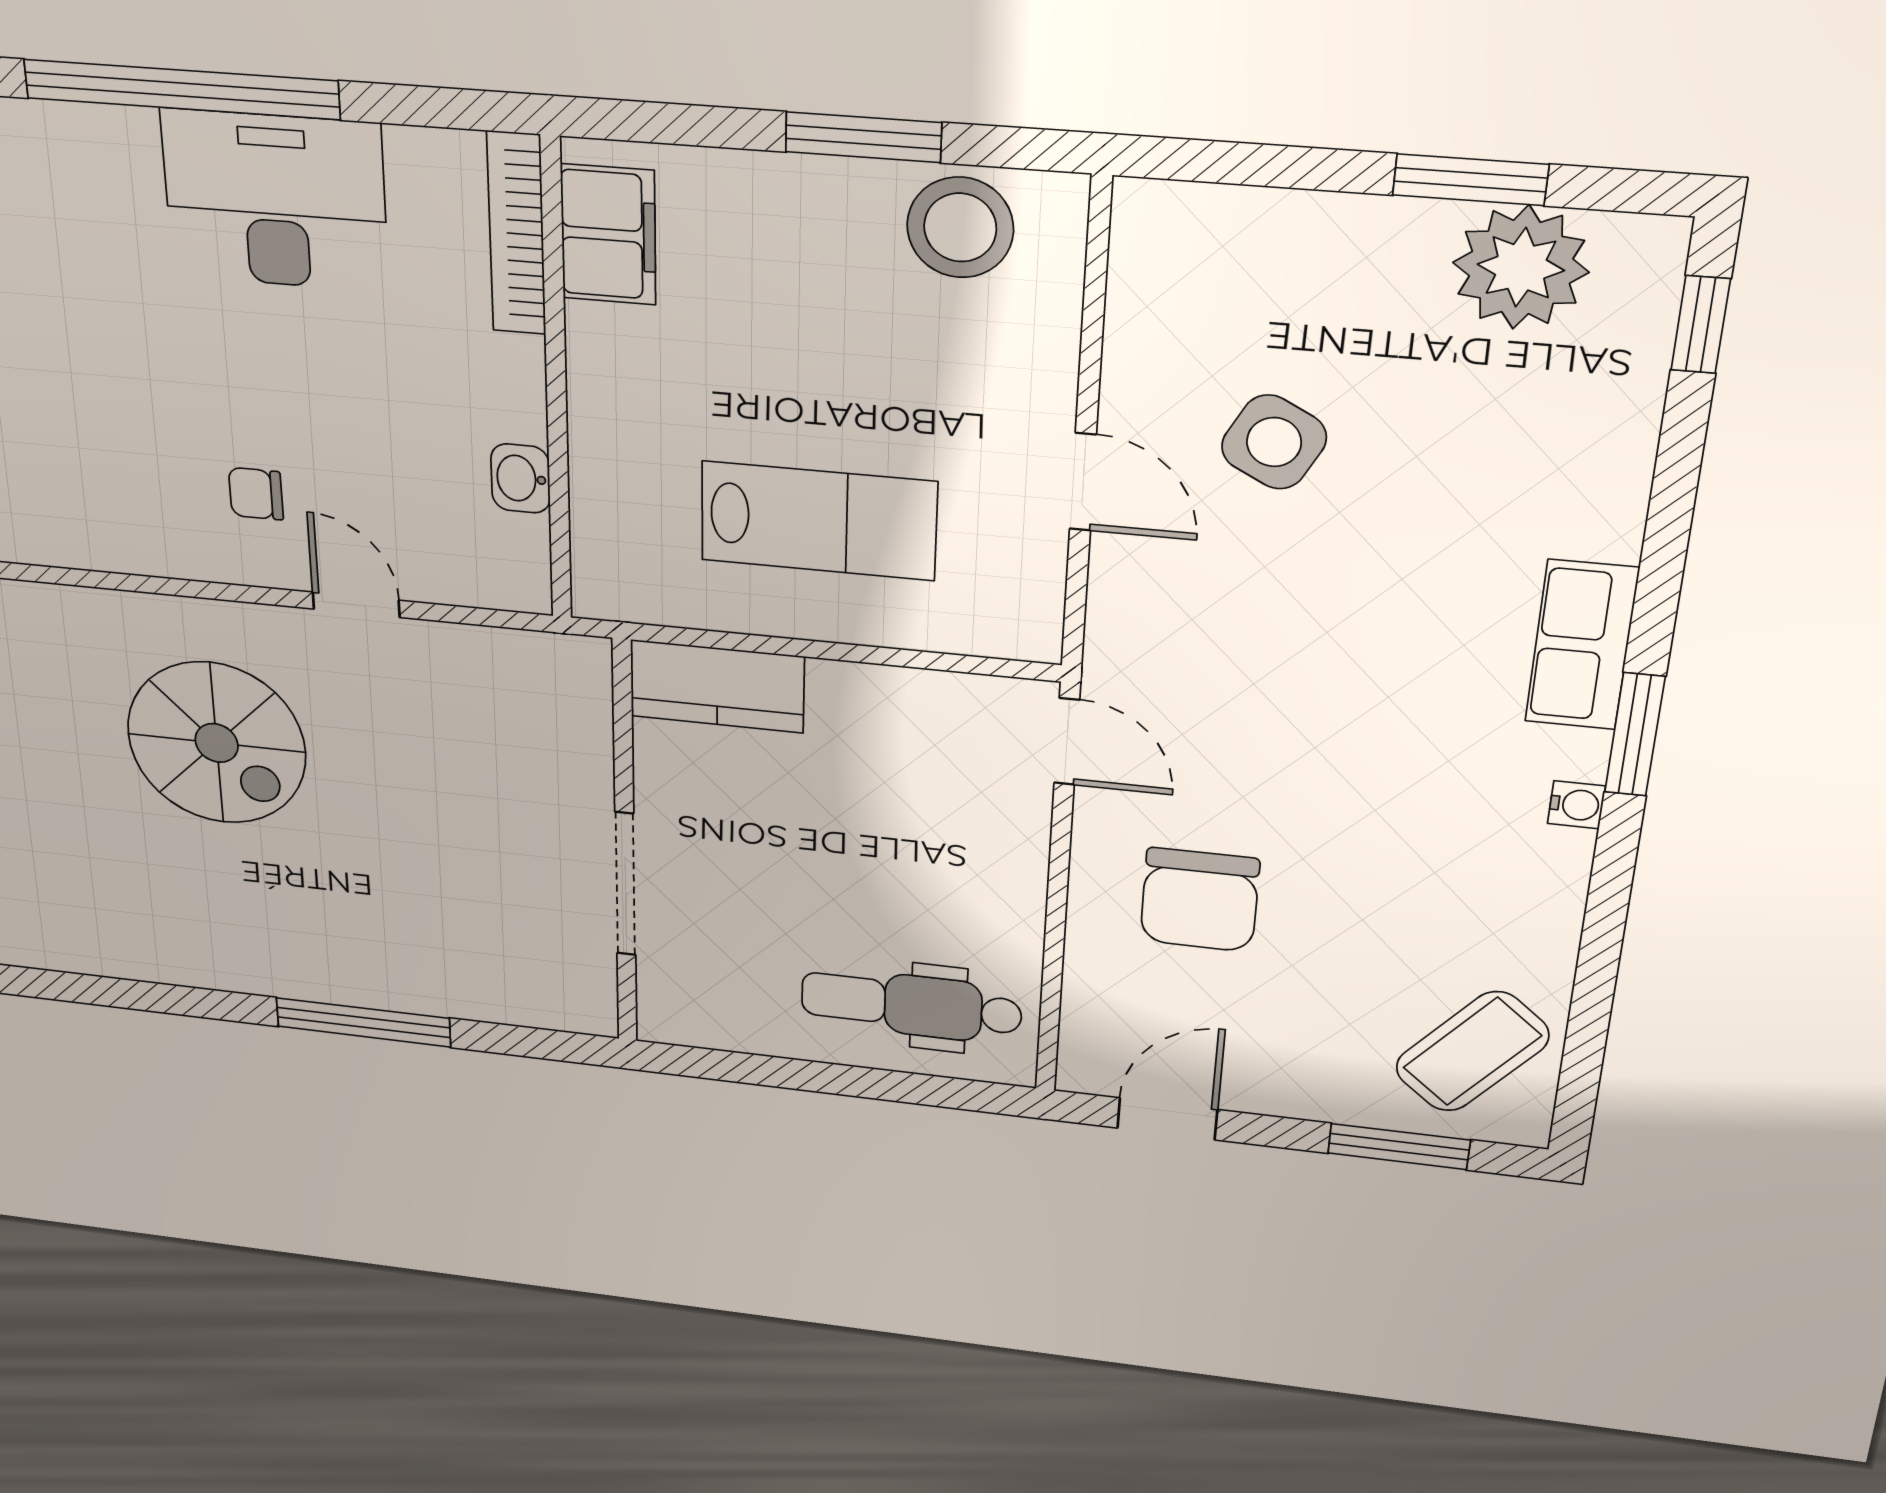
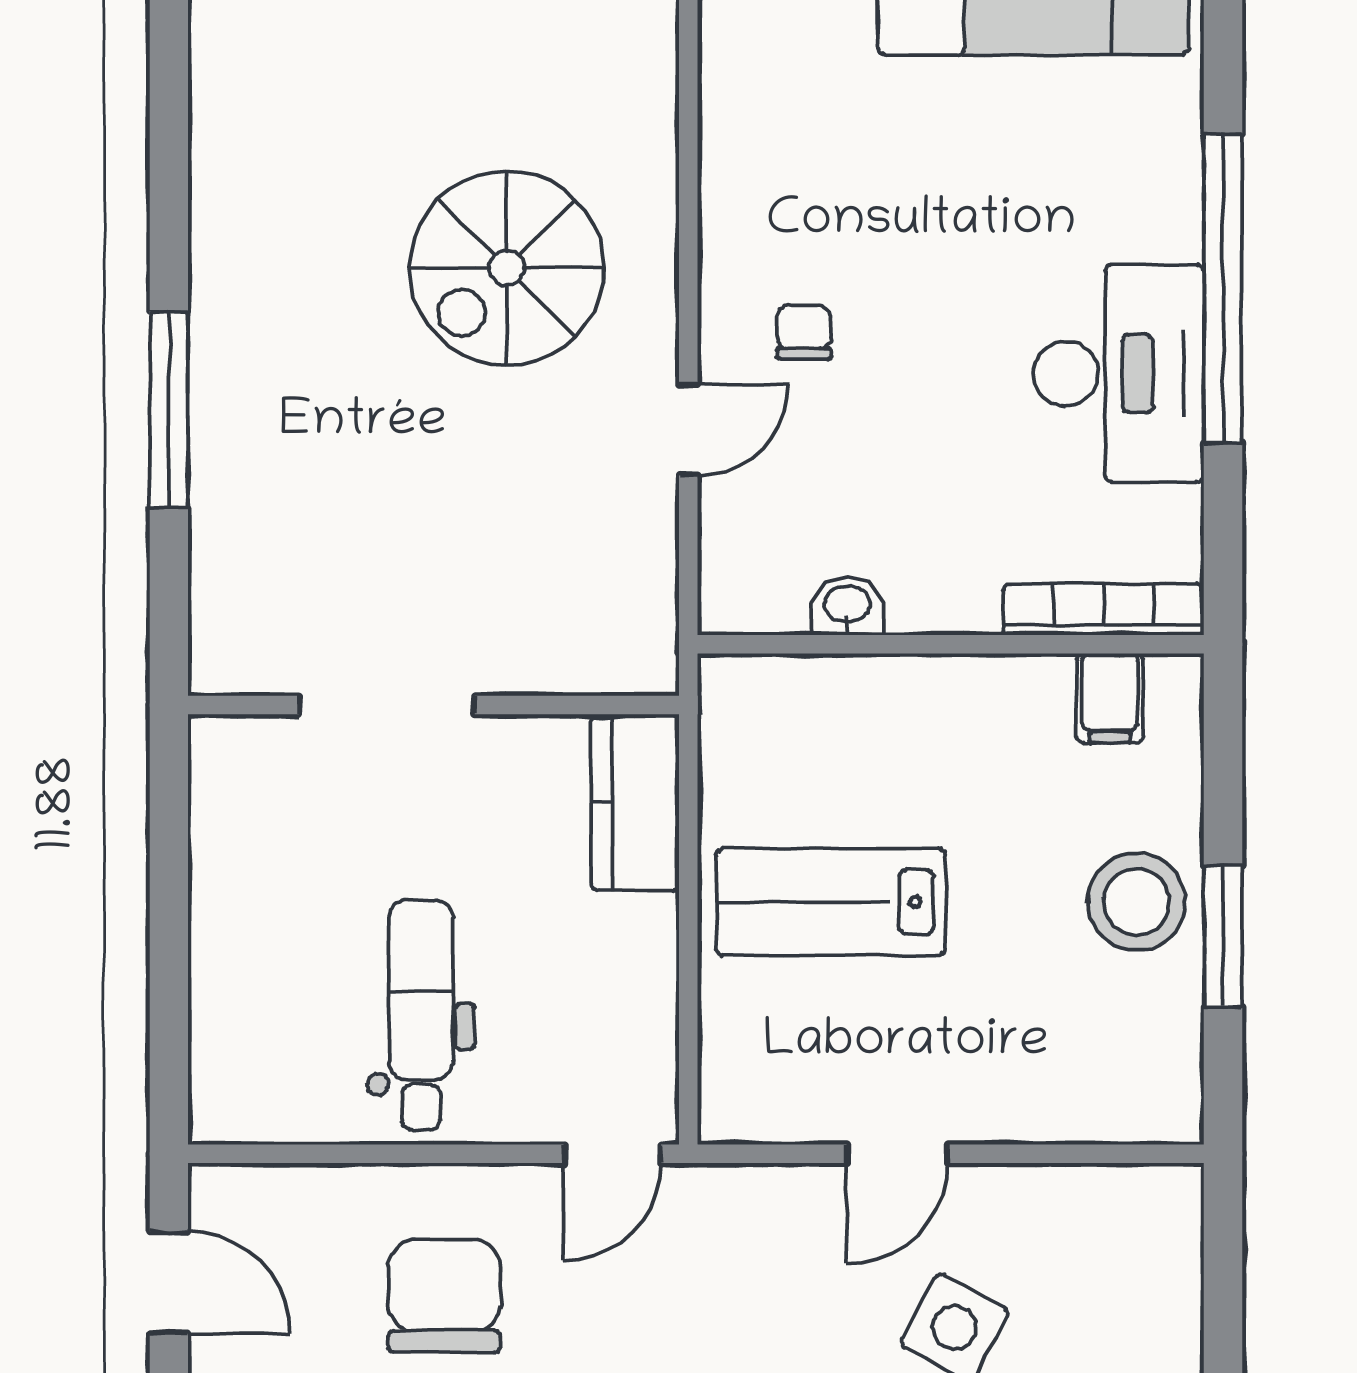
stool: (960, 227) -> (1137, 902), moved
filing cabinet: (608, 235) -> (1110, 698), width x0.50
lab bench: (819, 521) -> (830, 902), turned 90
chair: (1200, 900) -> (444, 1296), turned 90
dental chair: (911, 1005) -> (421, 1015), moved

